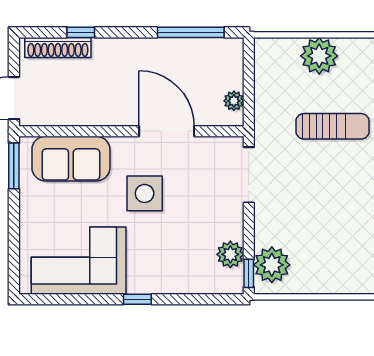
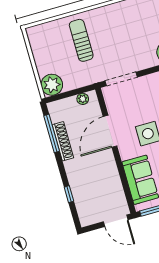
shoe rack: (58, 48) -> (63, 141), moved
plant: (319, 56) -> (52, 85), moved

